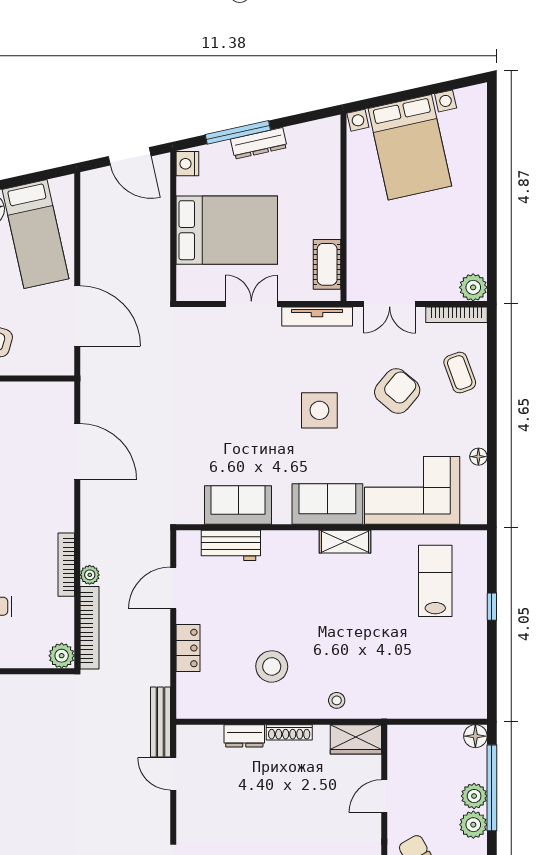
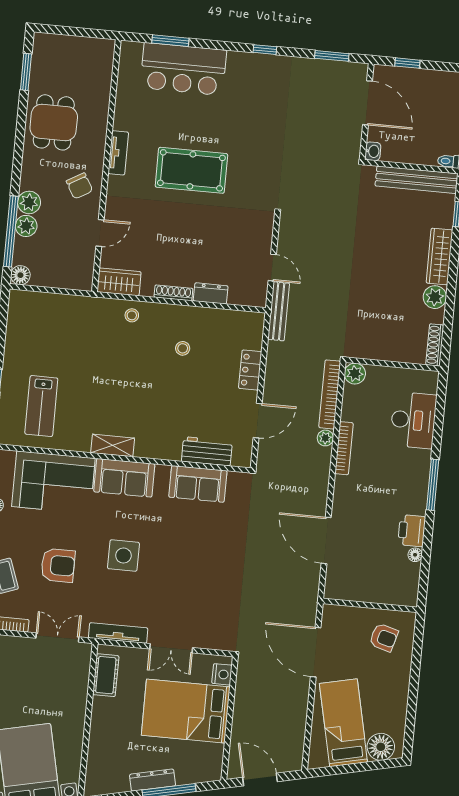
nightstand: (187, 164) -> (222, 674), moved
armchair: (397, 391) -> (58, 565), turned -130
stool: (272, 666) -> (183, 348), width x0.53, depth x0.53

